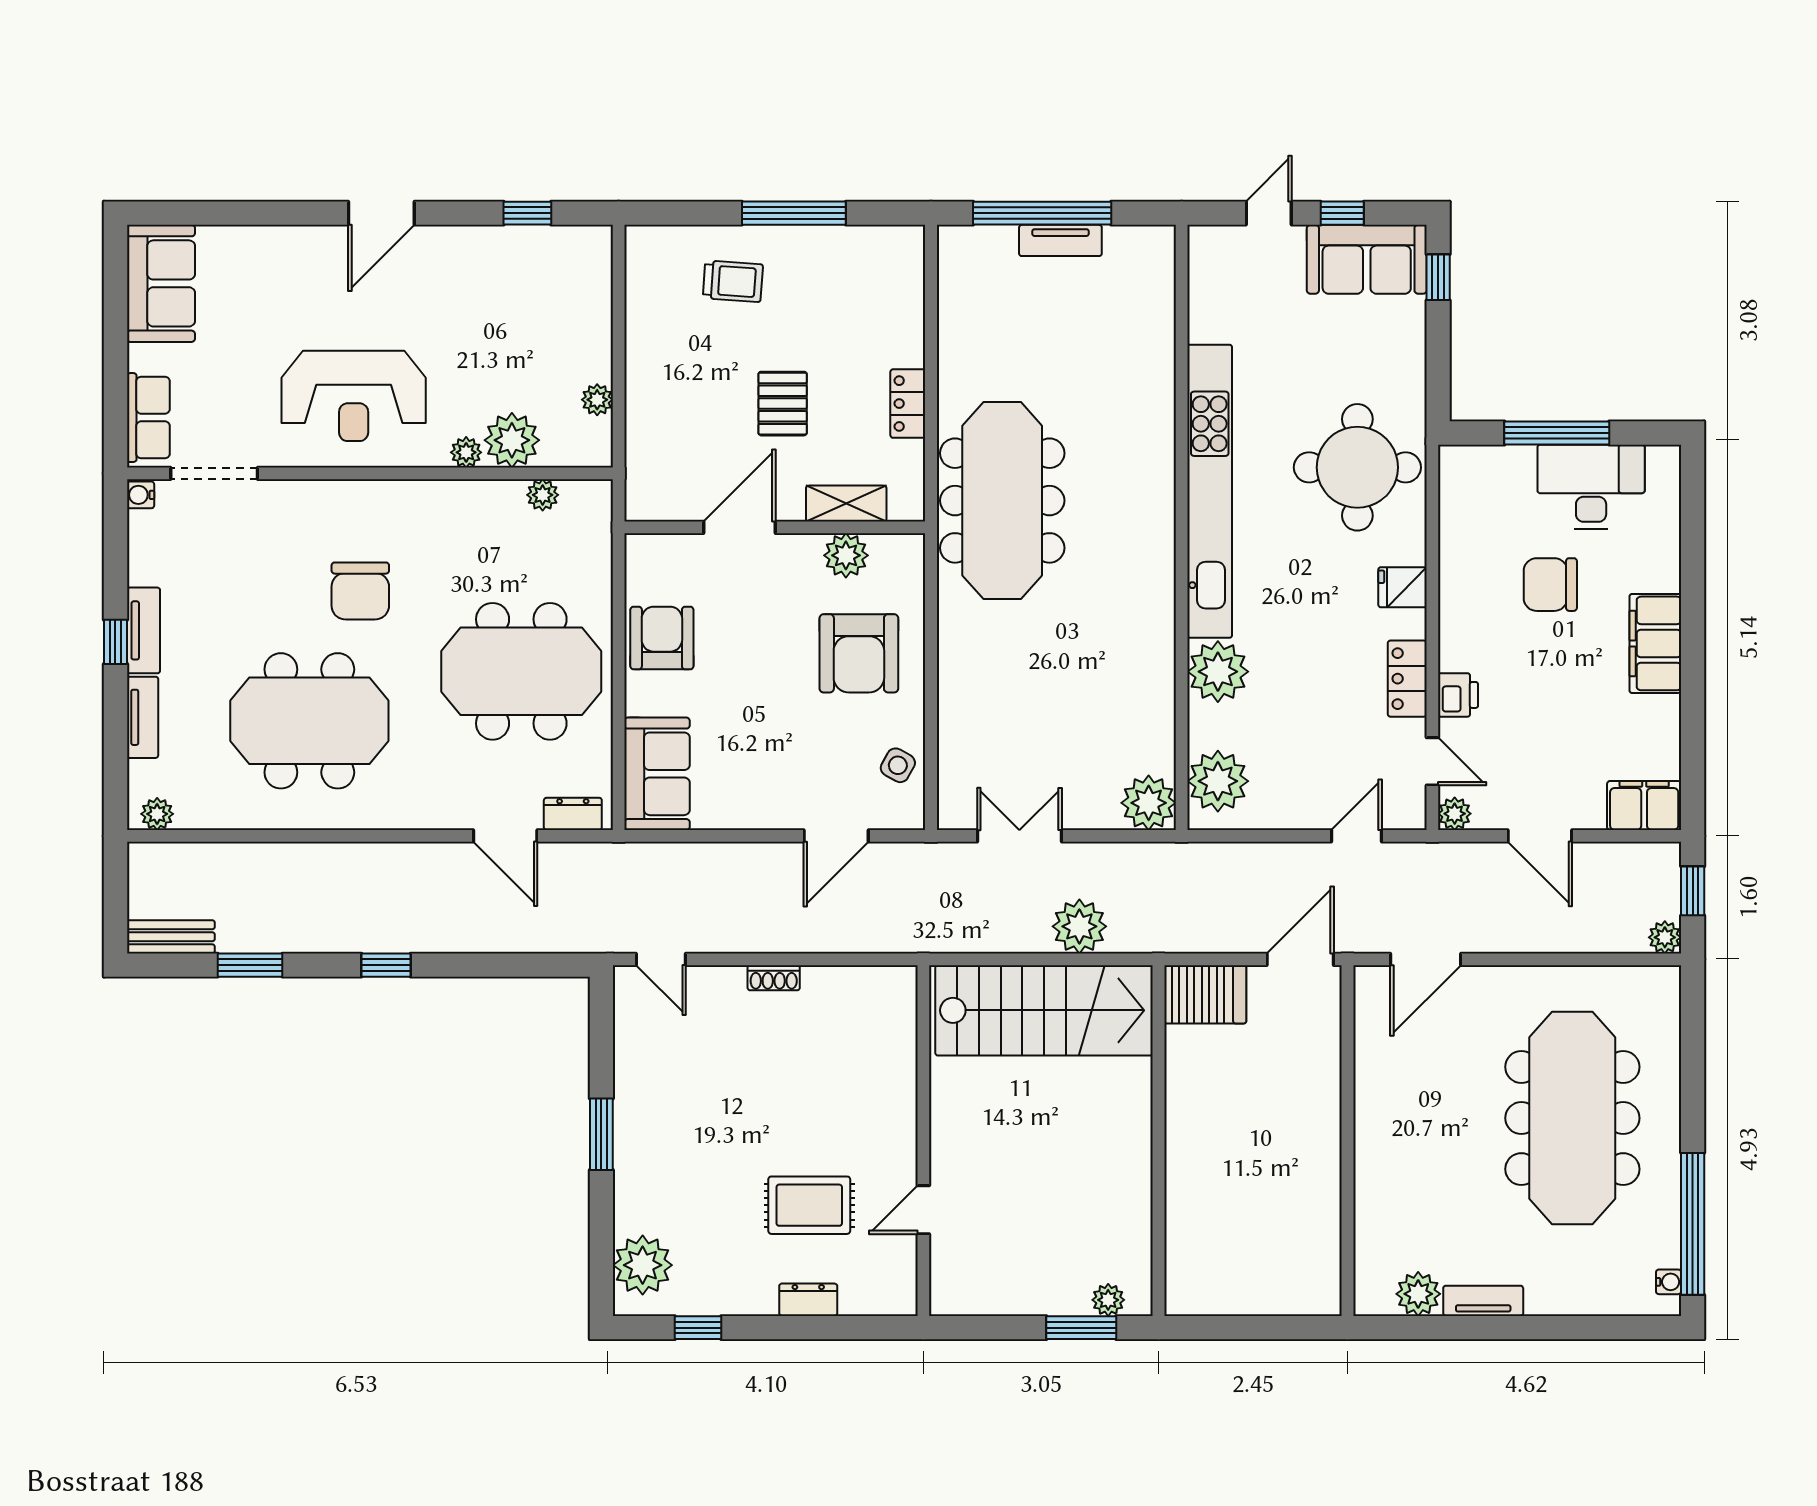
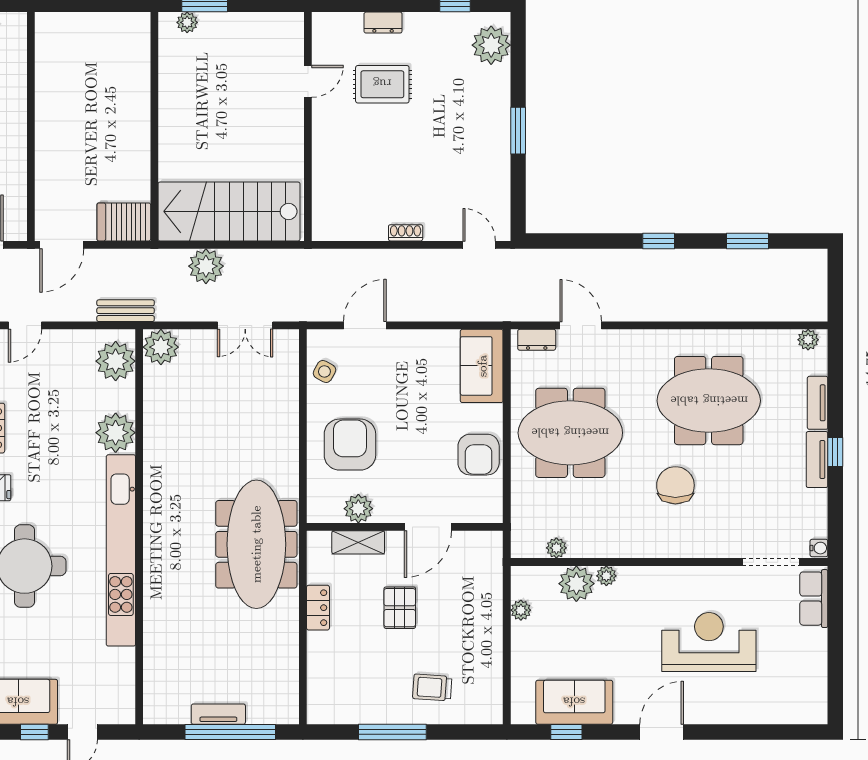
sofa: (161, 283) -> (574, 702), moved, turned 90
reception desk: (354, 396) -> (709, 642), moved
bench: (171, 937) -> (126, 311), moved

